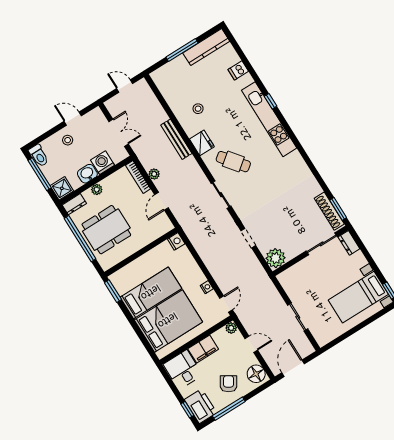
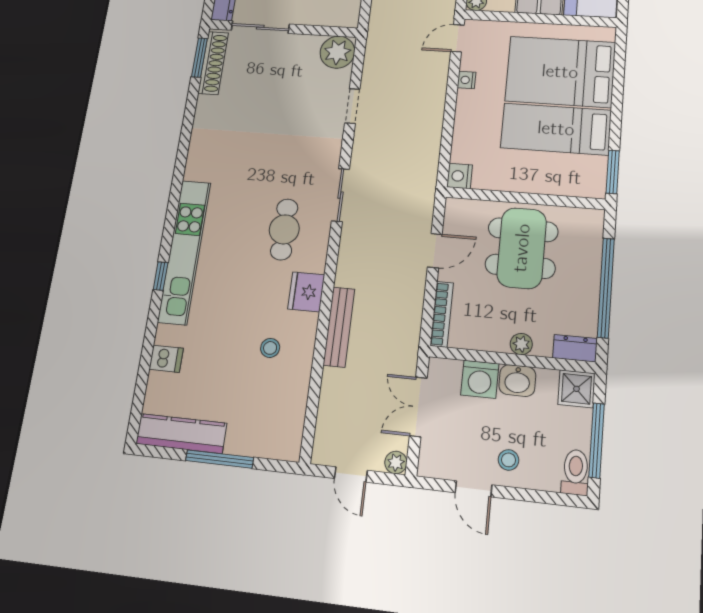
cafe table: (233, 162) -> (284, 229), turned 38
plant: (154, 174) -> (396, 463), moved
dining table: (106, 230) -> (522, 248), moved, turned 90

